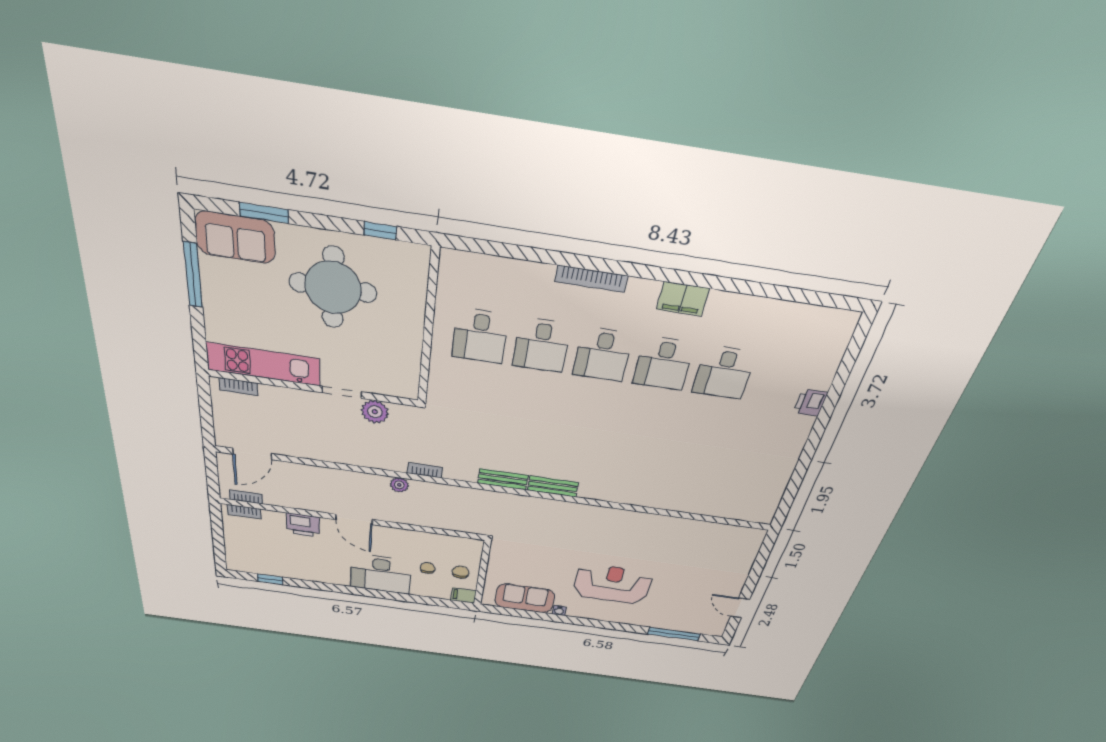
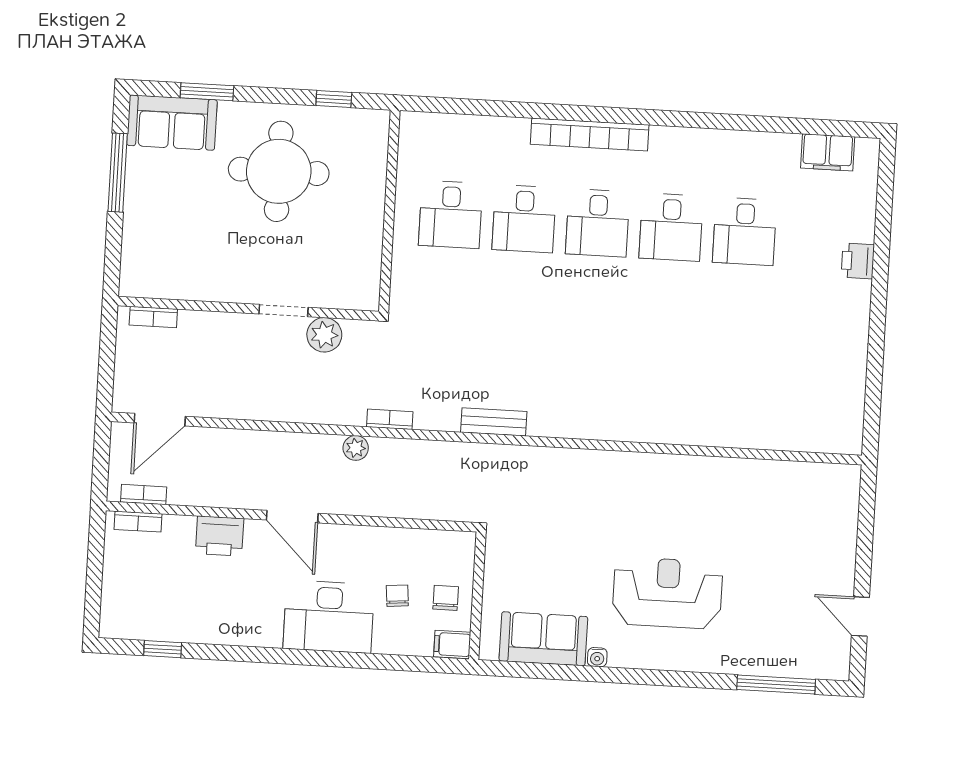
bookcase: (591, 279) -> (590, 135), width x1.48, depth x1.31
filing cabinet: (683, 299) -> (828, 152), moved
kitchen unit: (263, 364) -> (188, 281), removed
bench: (553, 486) -> (561, 426), removed

